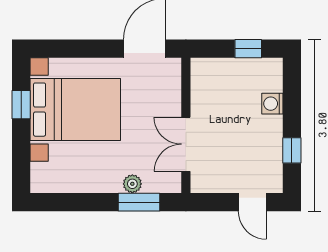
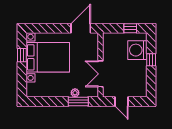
washing machine: (272, 104) -> (137, 50), width x1.89, depth x1.89
window: (292, 150) -> (151, 60), moved
door: (252, 202) -> (121, 101), moved

